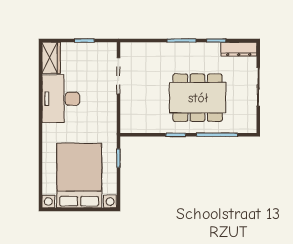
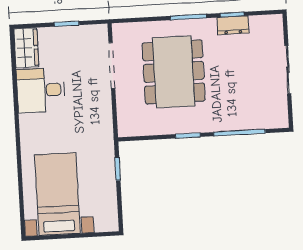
dresser: (239, 49) -> (233, 25), moved, width x0.70
dining table: (198, 98) -> (174, 72), moved, turned 90
desk: (61, 99) -> (41, 90), width x0.73
bed with nightstands: (79, 176) -> (57, 194), width x0.73

